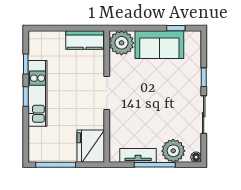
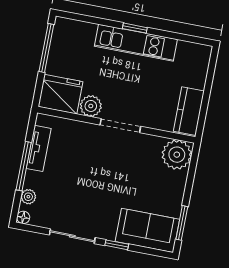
window: (176, 28) -> (182, 223), width x1.50
sofa: (159, 45) -> (147, 230), moved, turned 90
window: (26, 64) -> (174, 36), removed
plant: (96, 120) -> (91, 106), added
plant: (173, 151) -> (28, 197), width x0.53, depth x0.53

